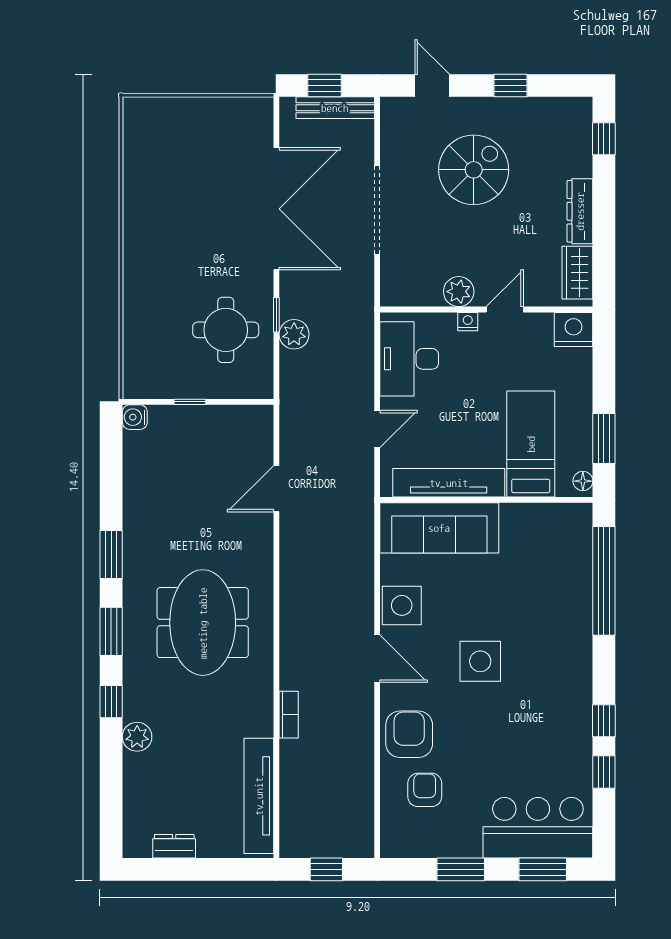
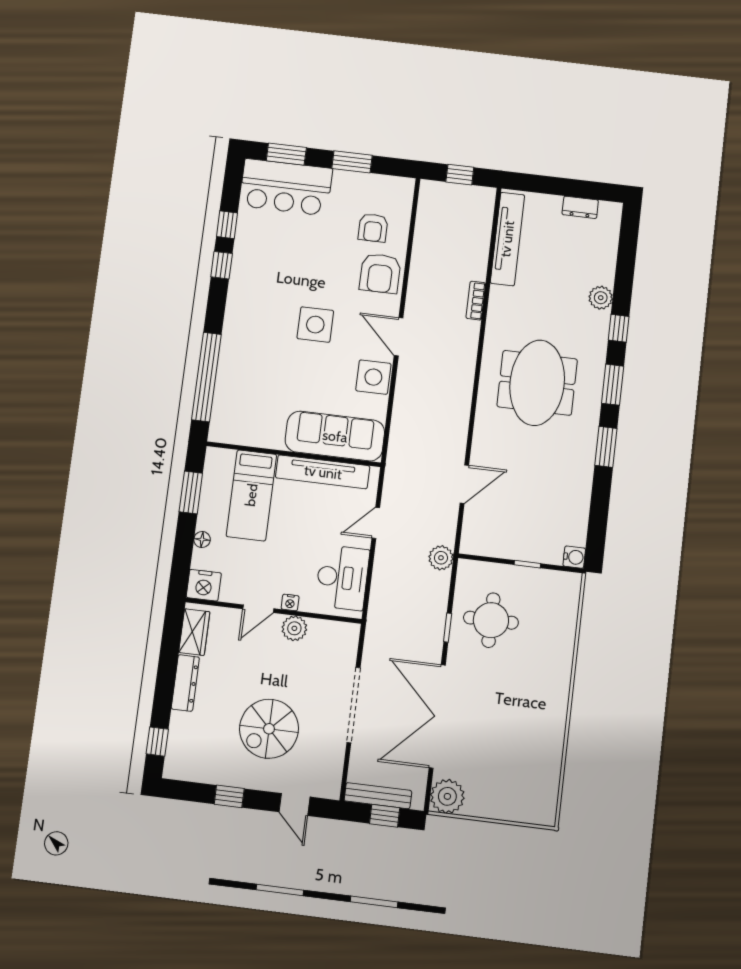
plant: (253, 117) -> (447, 796), added
plant: (294, 334) -> (441, 558), moved
floor lamp: (583, 481) -> (202, 540), moved

